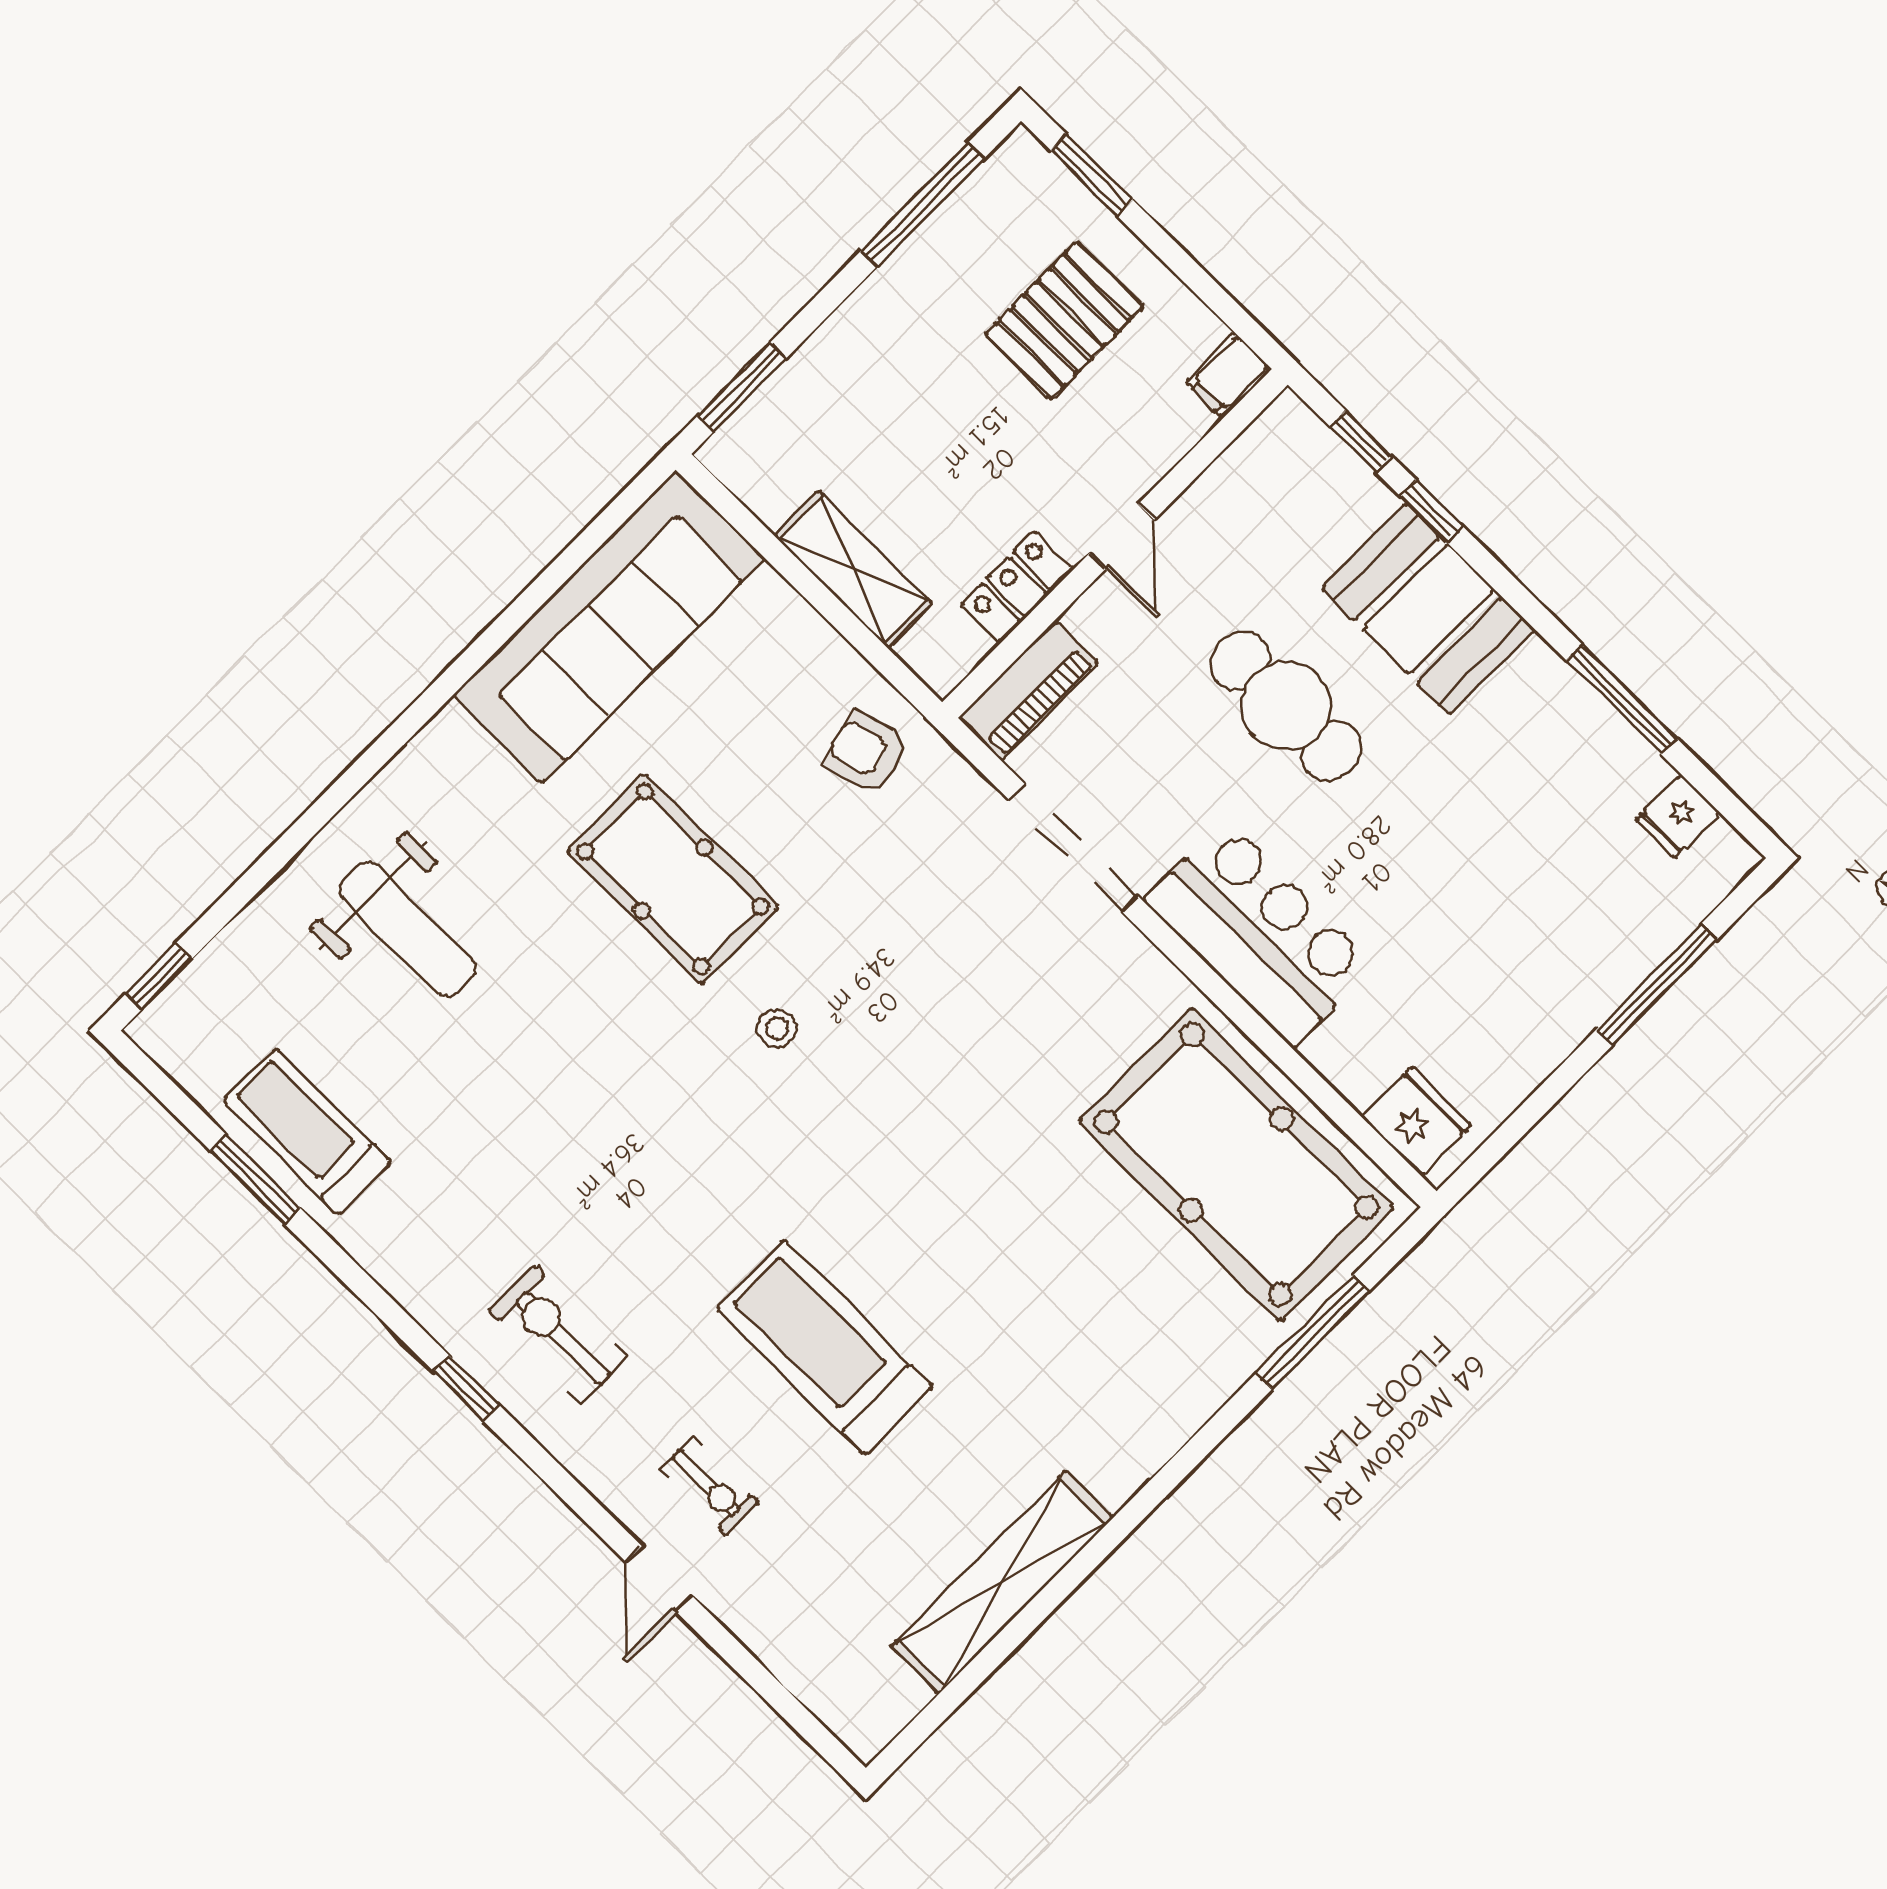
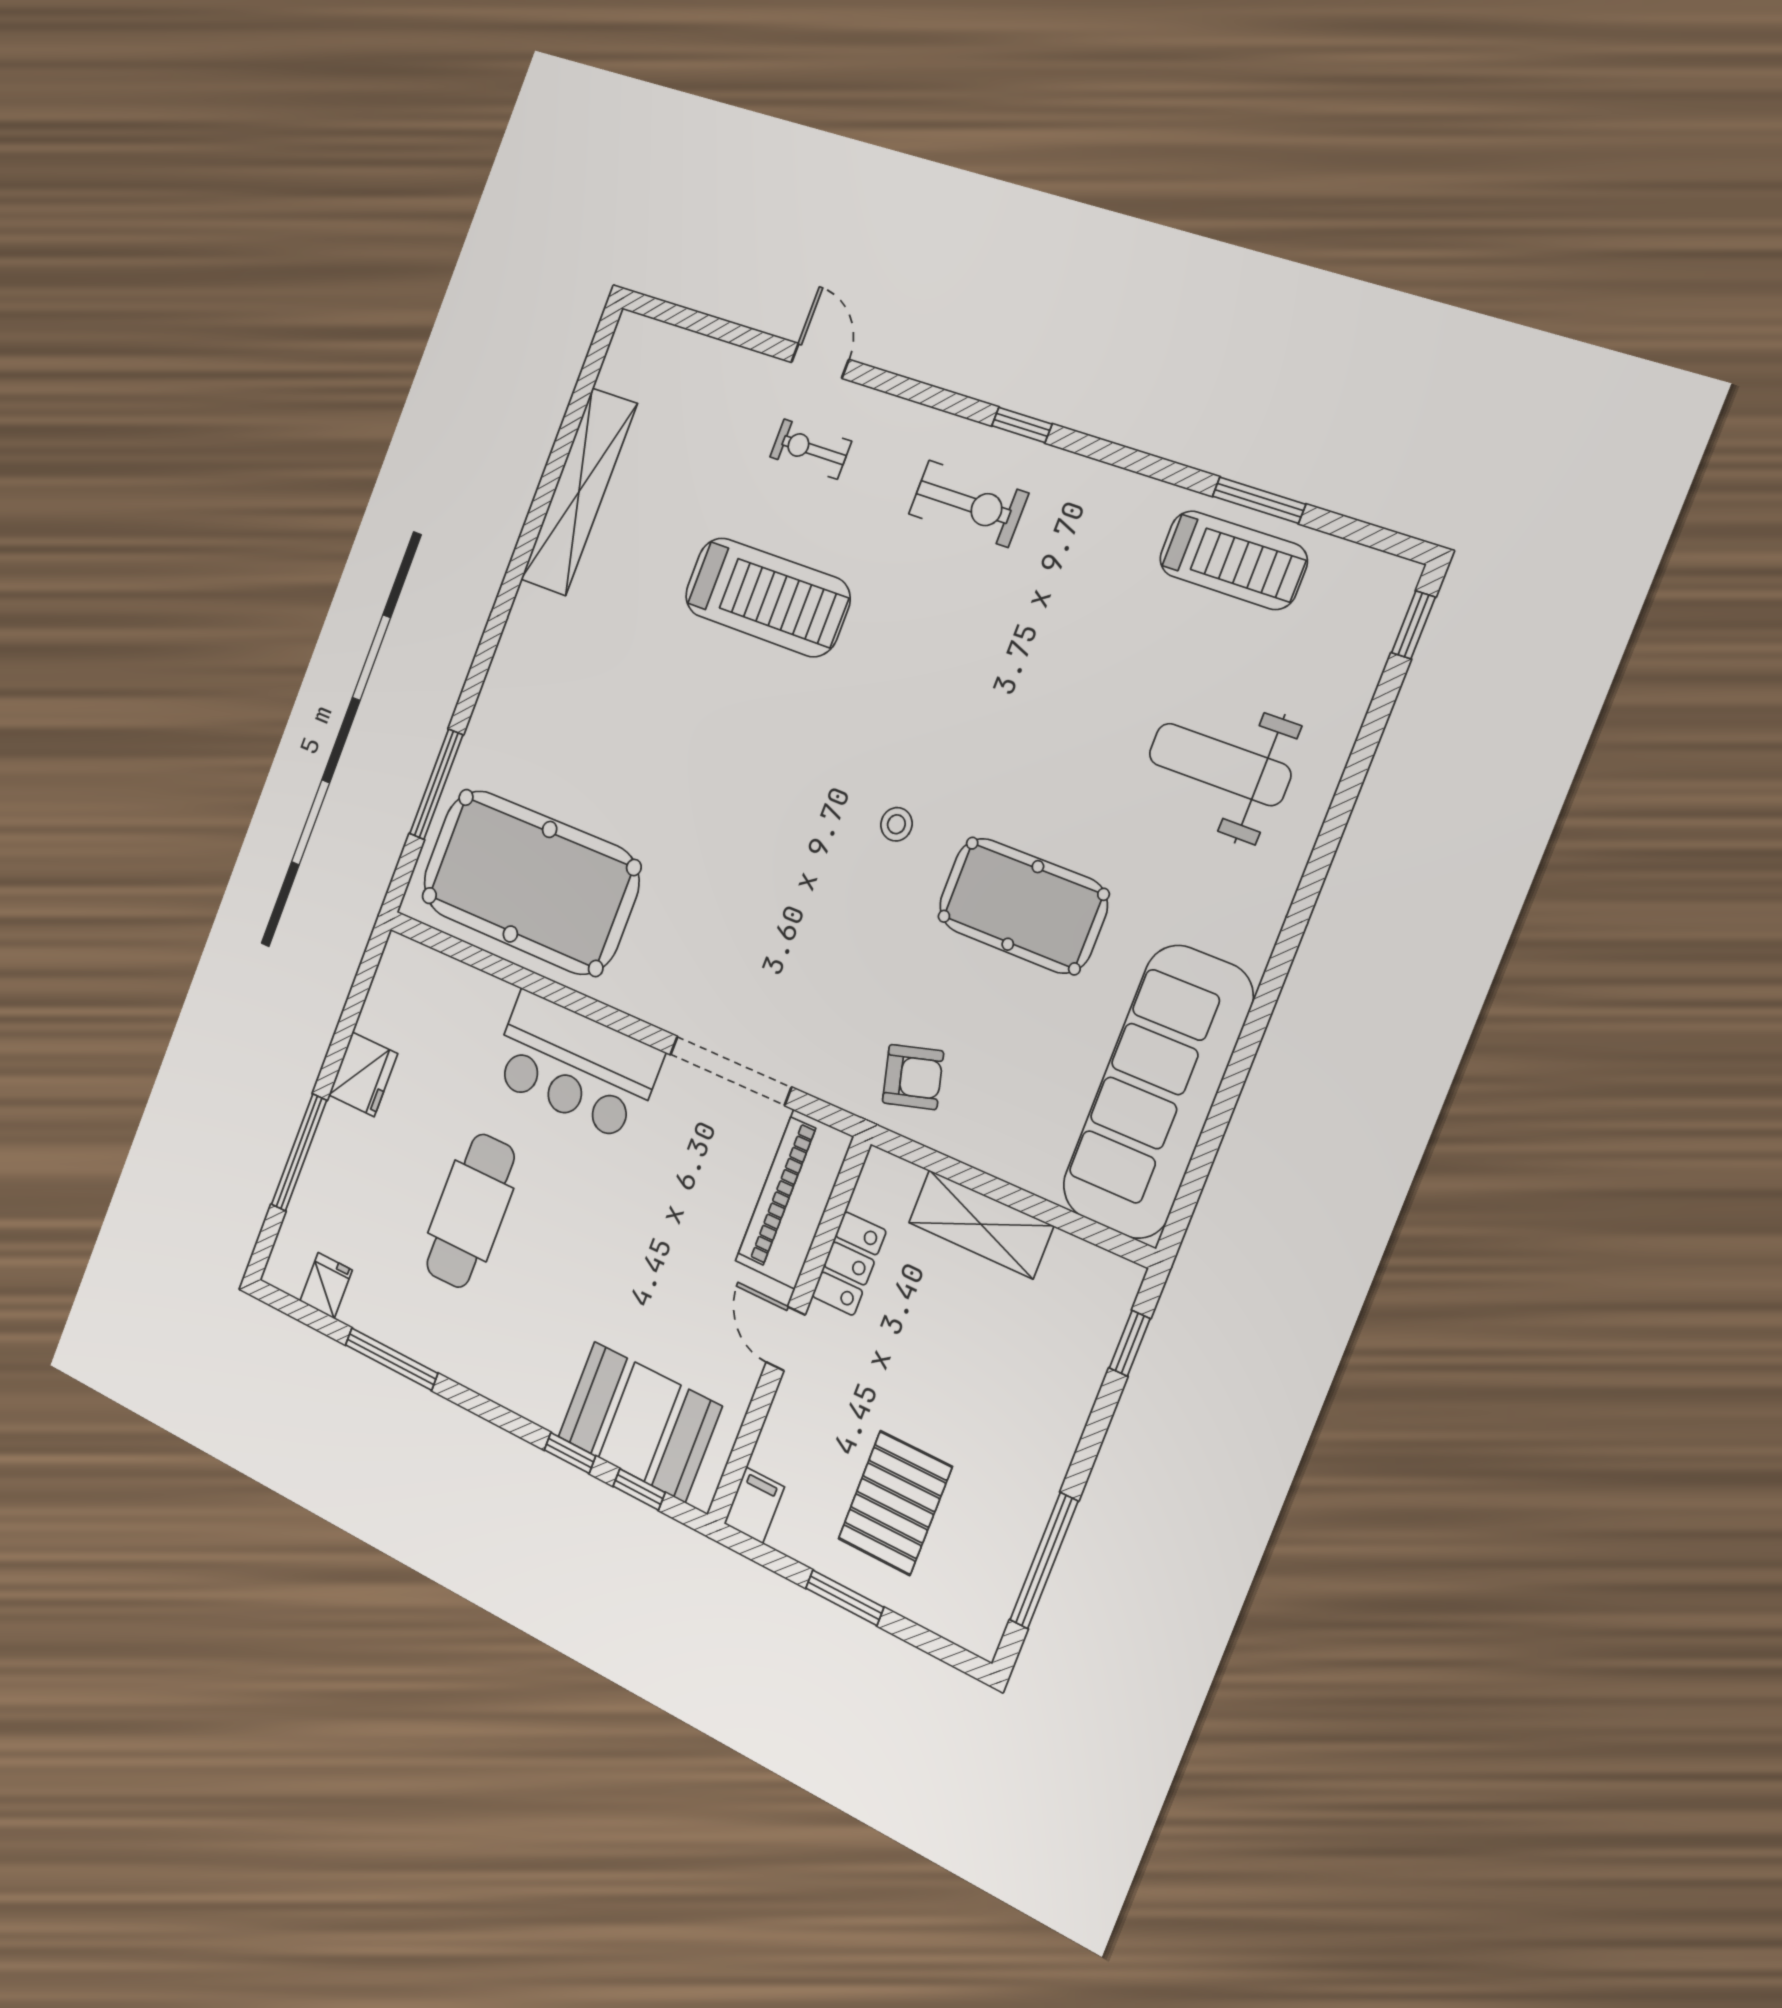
window: (1092, 175) -> (845, 1598), moved
window: (742, 387) -> (1130, 1343), width x0.67
booth: (1428, 609) -> (639, 1422), moved
piano: (1028, 691) -> (794, 1199), width x1.37, depth x1.33
cafe table: (1286, 706) -> (470, 1211), moved, turned 90
fridge: (1417, 1121) -> (363, 1074), moved, turned -90

